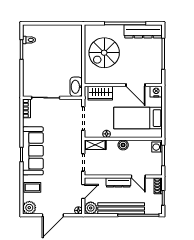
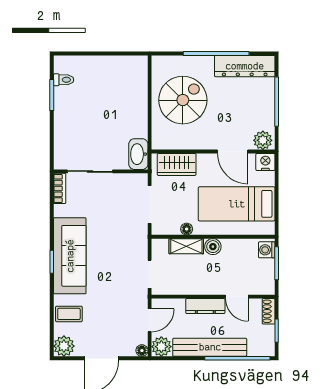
spiral stairs: (104, 53) -> (183, 100), turned 180
plant: (155, 78) -> (263, 140), added
shelving: (95, 145) -> (186, 246), moved

